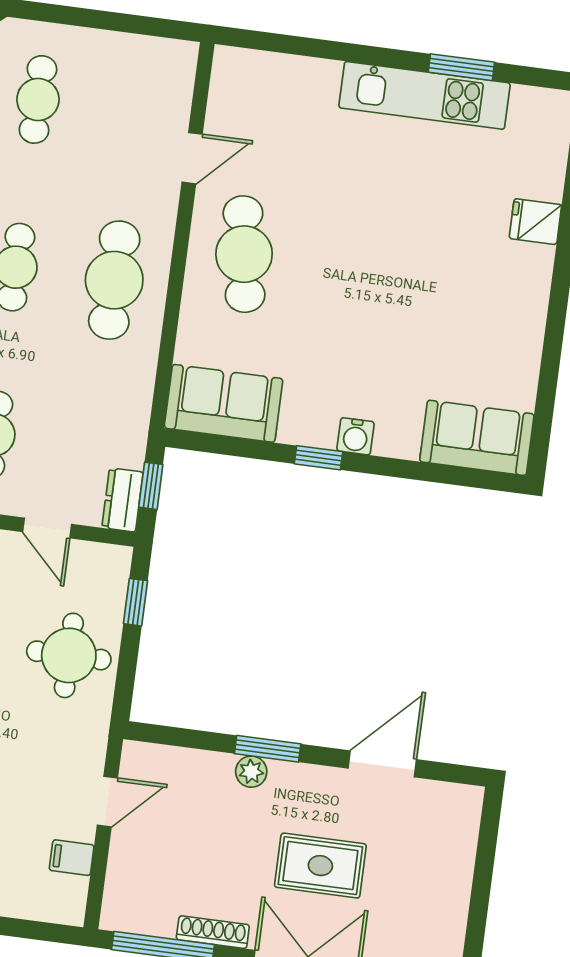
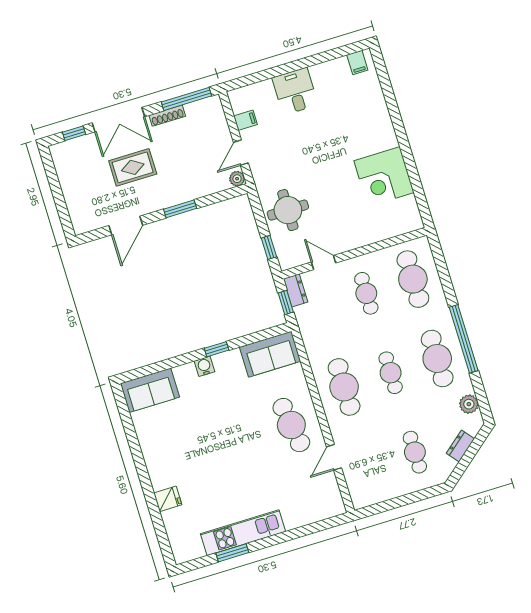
plant: (251, 772) -> (237, 179), moved

